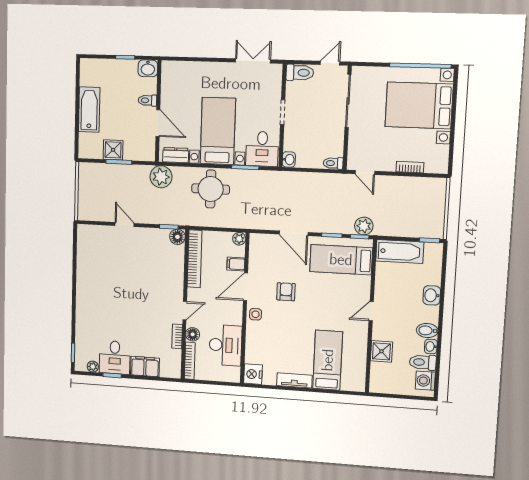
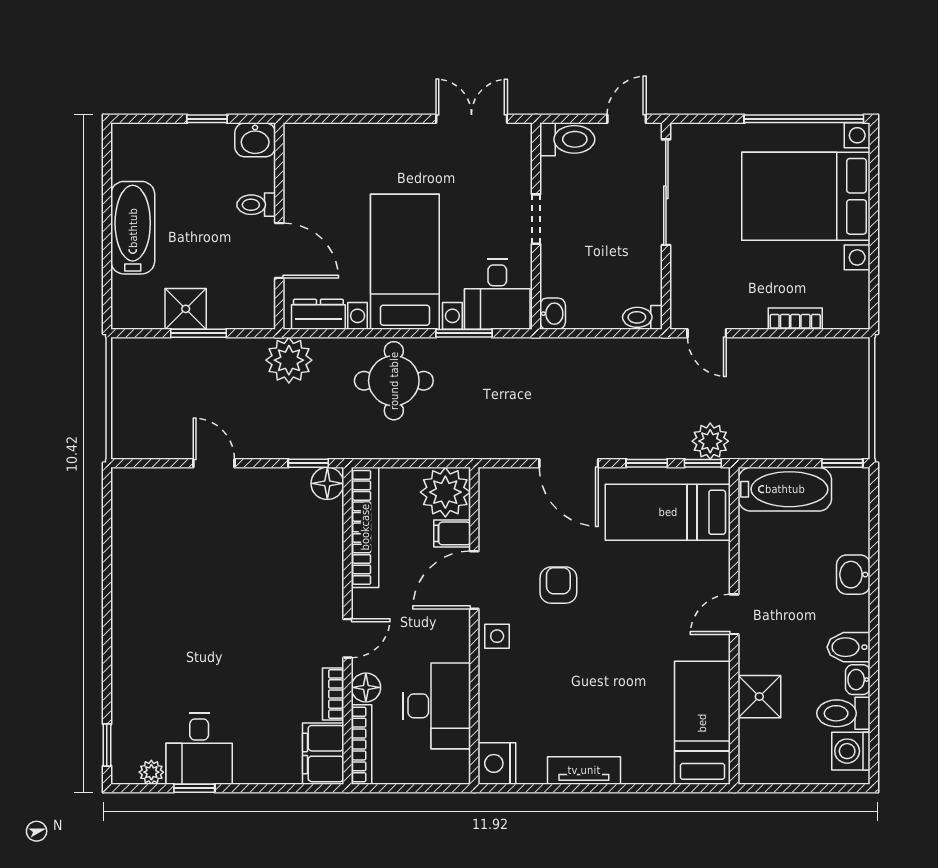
plant: (239, 239) -> (445, 492), width x1.88, depth x1.88
bed: (328, 360) -> (702, 723), moved
filing cabinet: (145, 367) -> (323, 754), moved, turned -90

